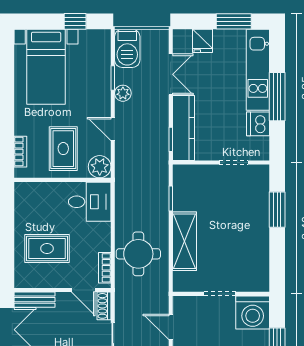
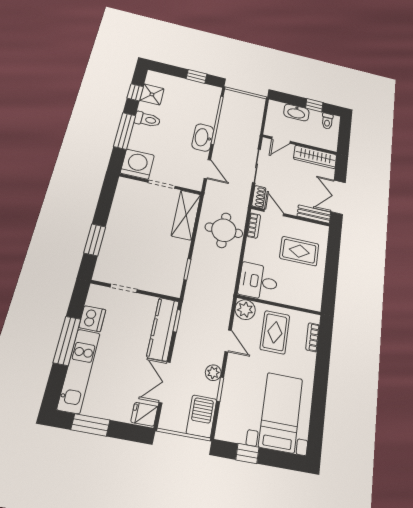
fridge: (202, 41) -> (144, 414), moved, turned -90
shelving: (184, 241) -> (186, 215), moved

